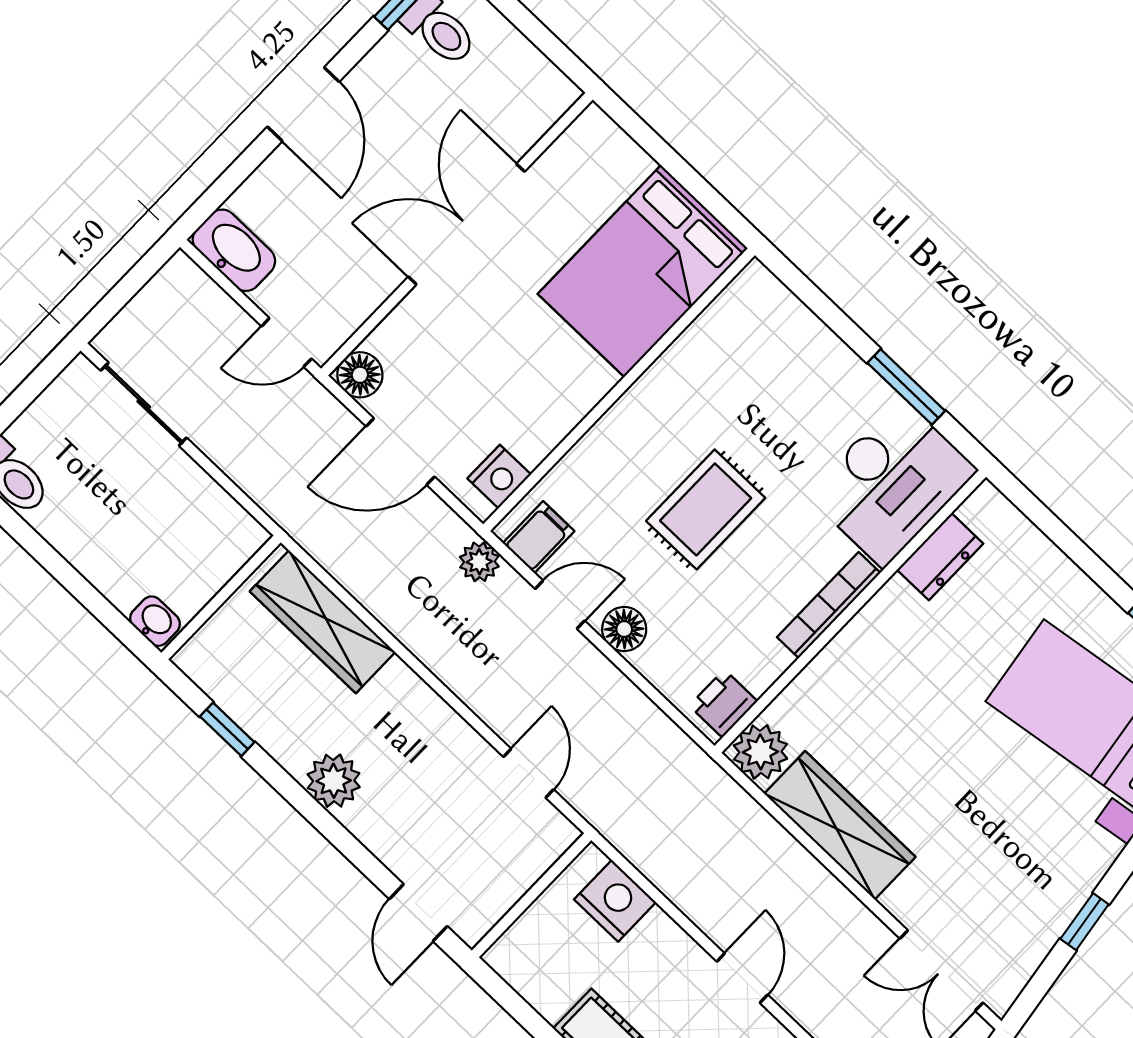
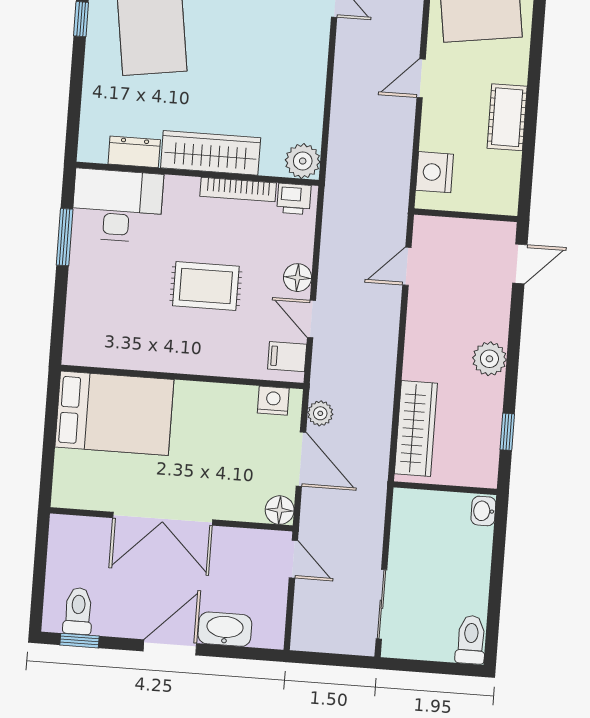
washbasin: (234, 250) -> (225, 629), moved, turned 90
plant: (479, 562) -> (320, 413), moved
bookcase: (829, 605) -> (238, 190), moved
wardrobe: (840, 825) -> (211, 153), moved, turned 90

